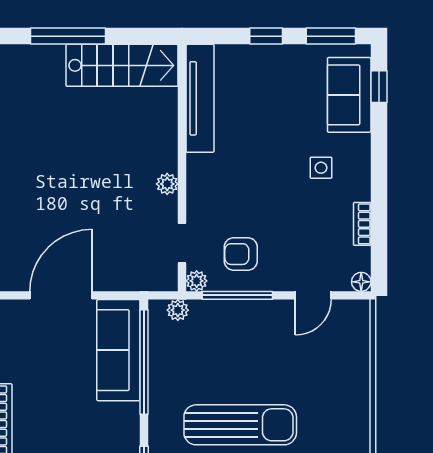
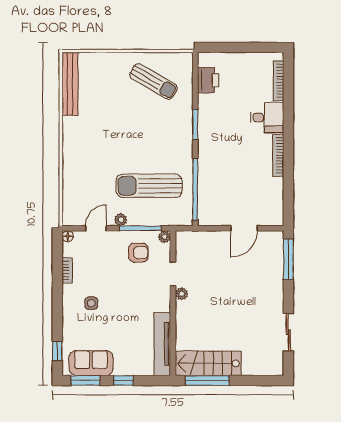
window: (68, 36) -> (207, 381), moved
sofa: (349, 95) -> (91, 363), moved, turned -90
doorway: (182, 243) -> (173, 274), moved
door: (61, 295) -> (244, 228), width x0.73
plant: (178, 310) -> (121, 220), moved
sofa: (118, 350) -> (210, 196), removed
sun lounger: (240, 425) -> (149, 186), moved

